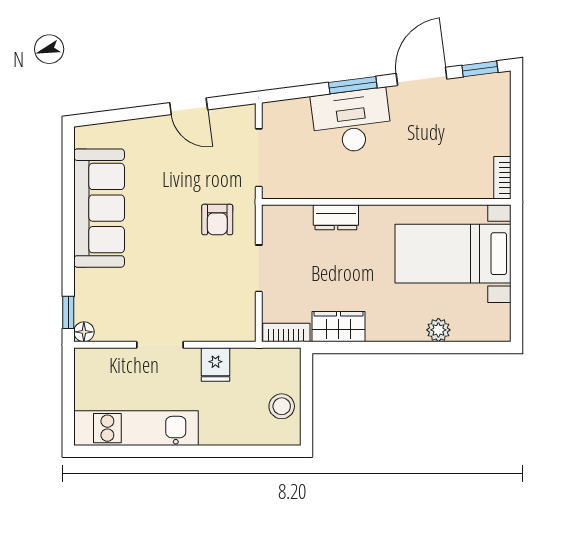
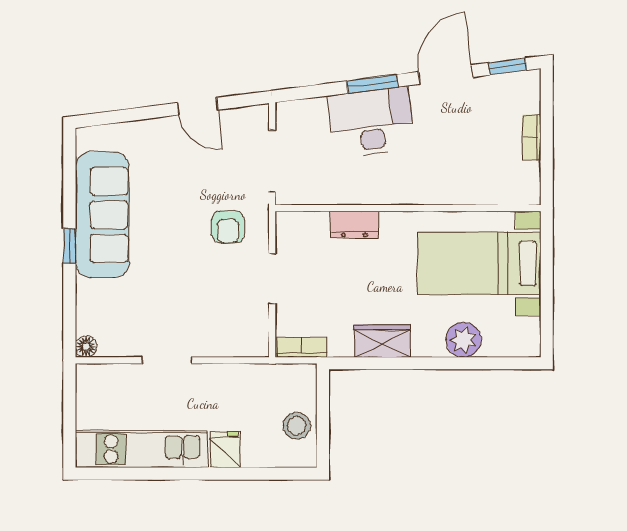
bookcase: (502, 178) -> (532, 137), moved
window: (68, 312) -> (69, 246), moved
wardrobe: (339, 327) -> (382, 341), moved
plant: (438, 330) -> (463, 340), width x1.38, depth x1.38
fridge: (215, 364) -> (225, 450), moved, turned 180

